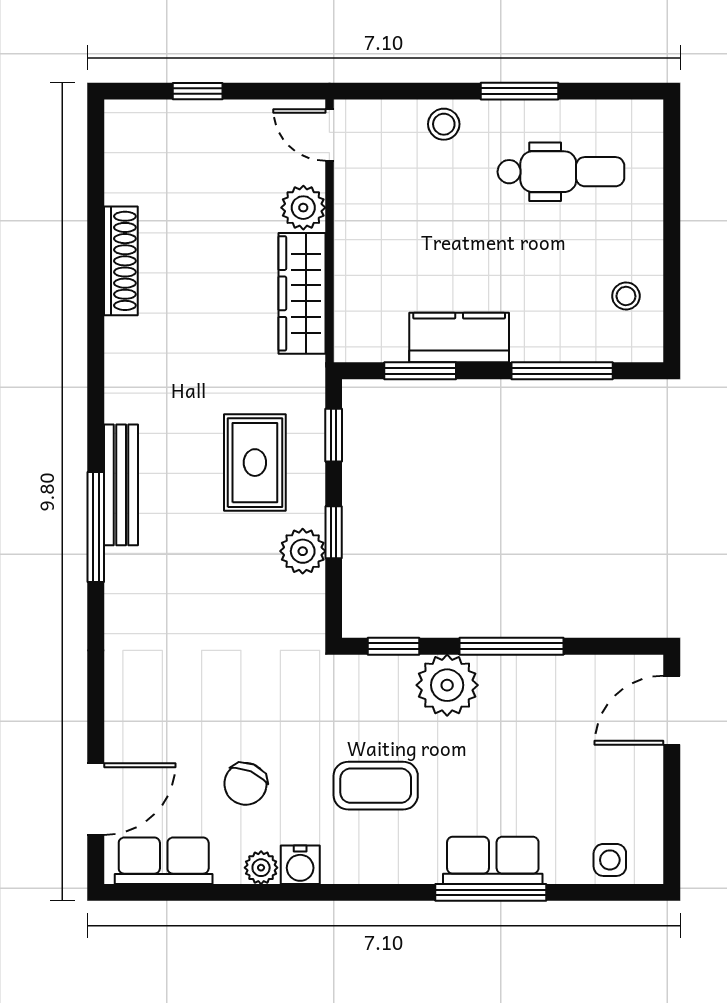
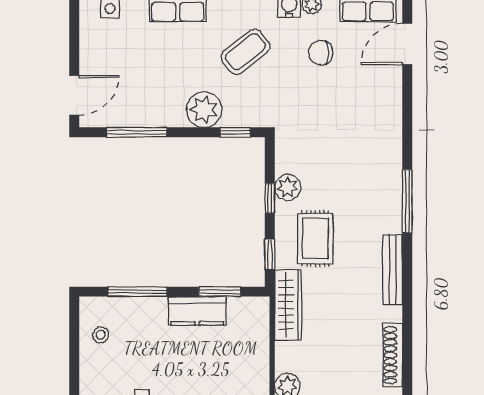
wardrobe: (302, 293) -> (288, 305), moved
bench: (121, 485) -> (393, 270), moved
window: (511, 646) -> (136, 132), moved
chair: (246, 784) -> (321, 53), turned -113
coffee table: (376, 786) -> (245, 52), turned -38

